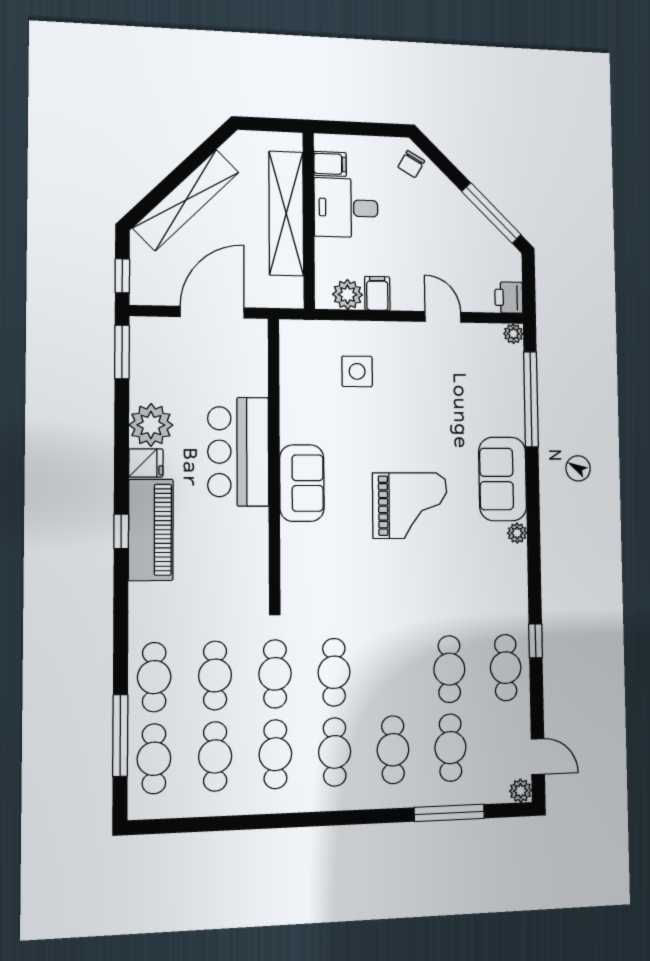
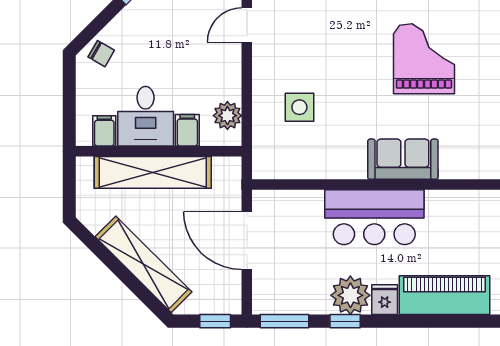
filing cabinet: (377, 293) -> (187, 130), moved, turned 90
window: (121, 531) -> (345, 321), moved

